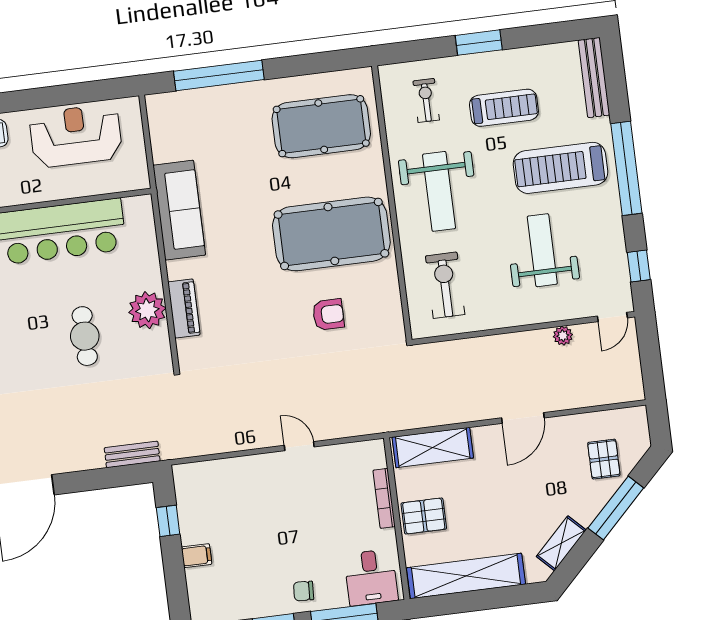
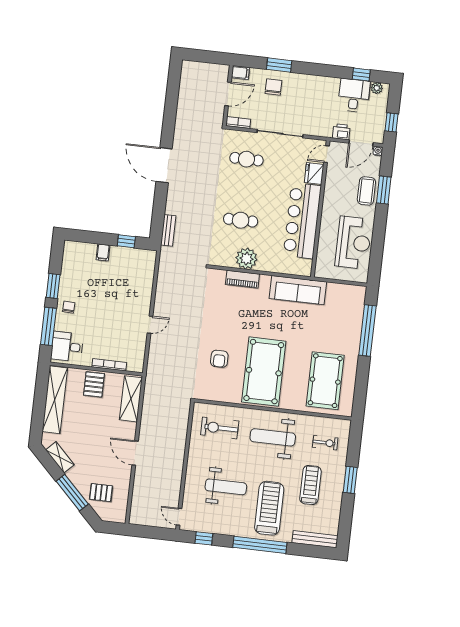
treadmill: (504, 108) -> (310, 485), turned 180
exercise bike: (445, 285) -> (220, 428), turned 180
plant: (563, 336) -> (175, 487), removed

